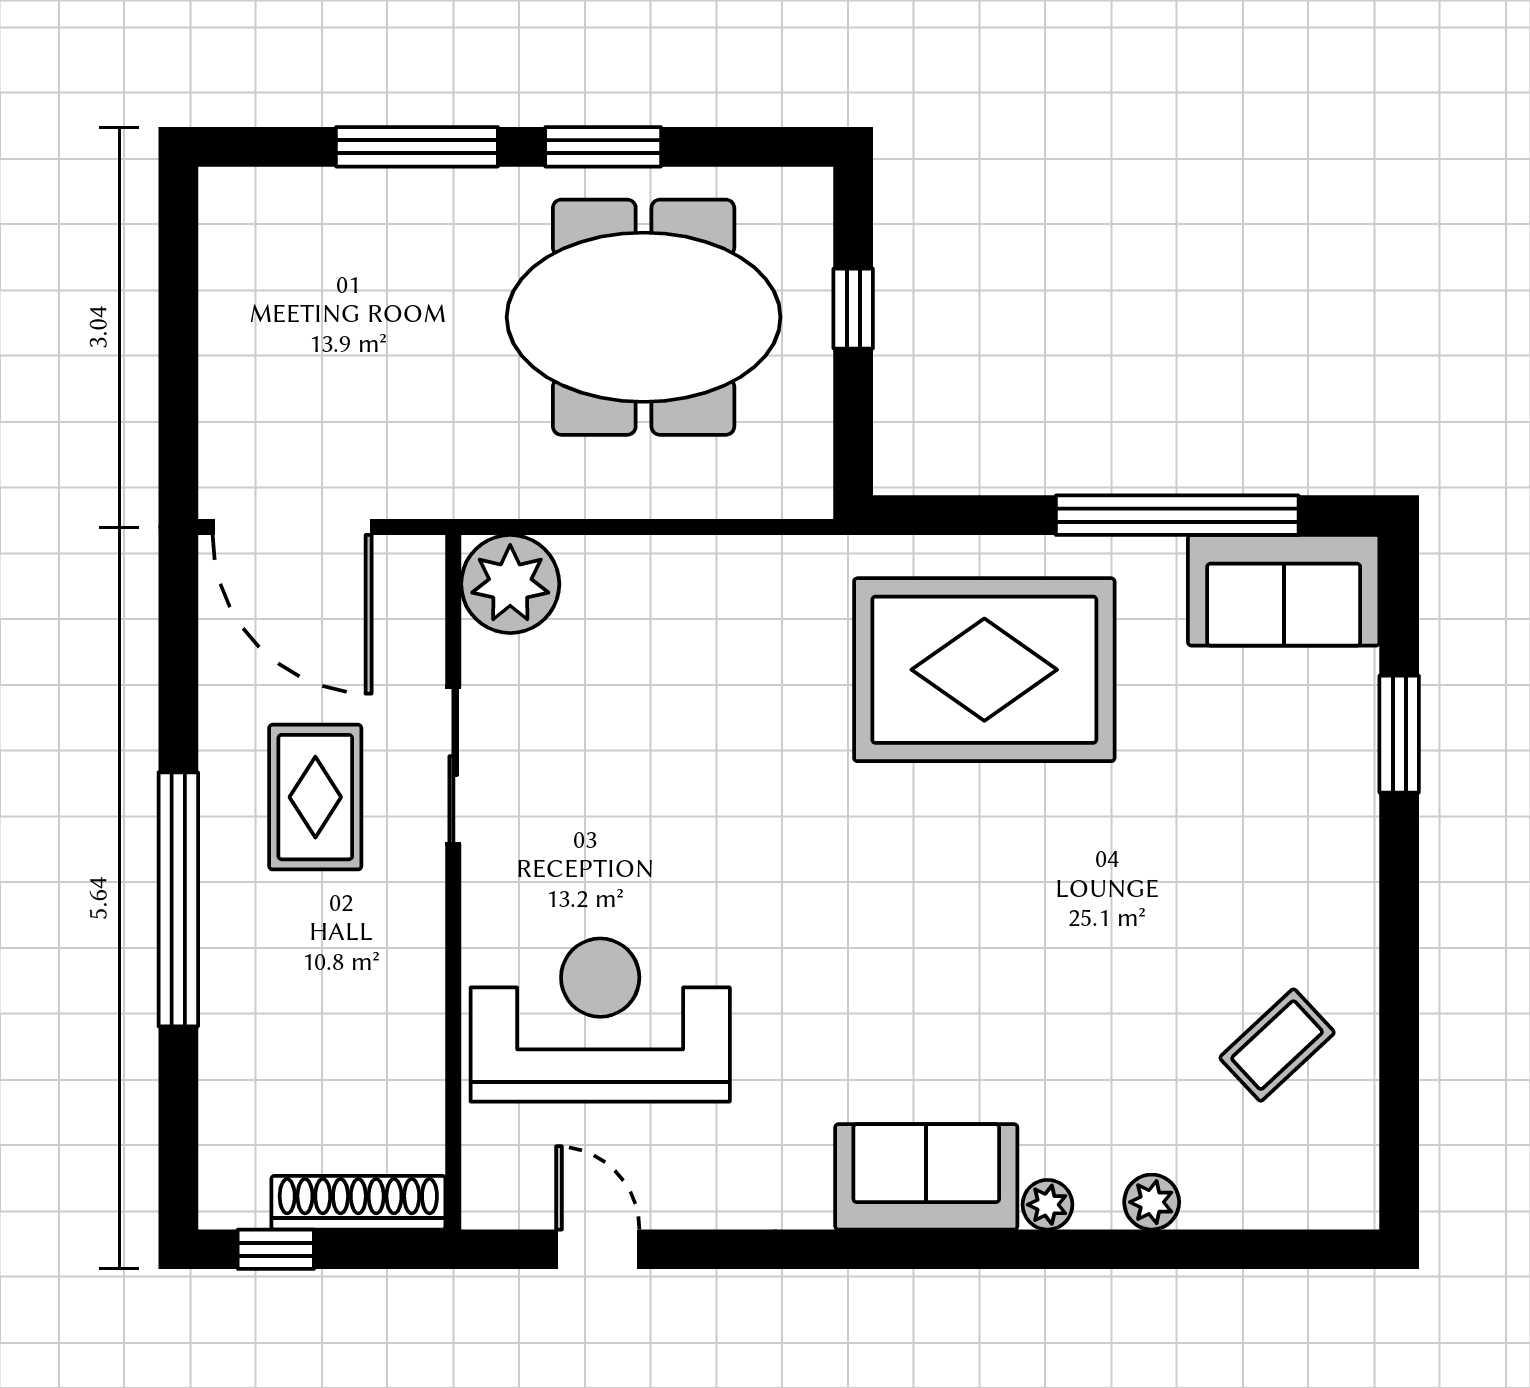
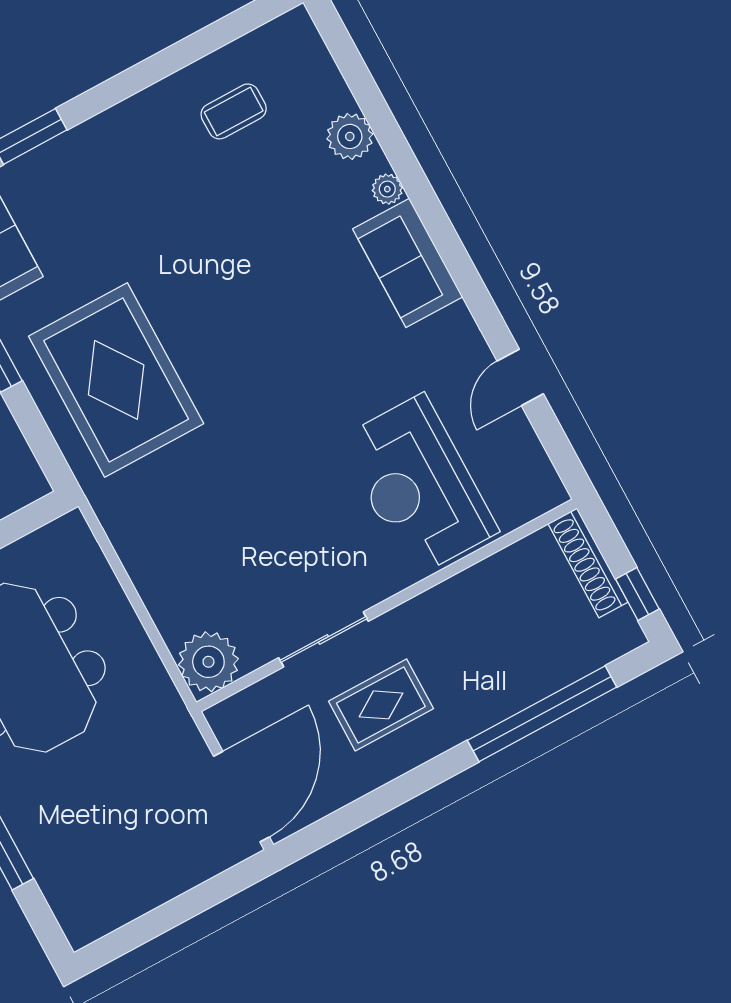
window: (178, 899) -> (542, 714), moved
coffee table: (1277, 1045) -> (234, 111), turned -47
plant: (1152, 1202) -> (350, 136), width x1.38, depth x1.38
door: (598, 1249) -> (520, 377), moved

